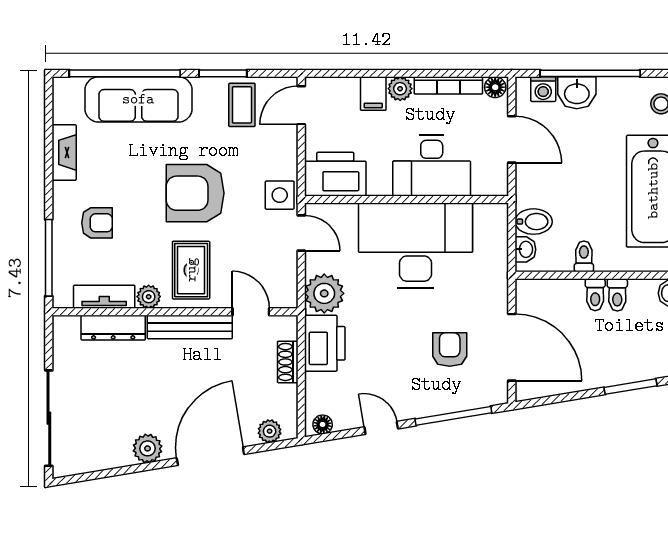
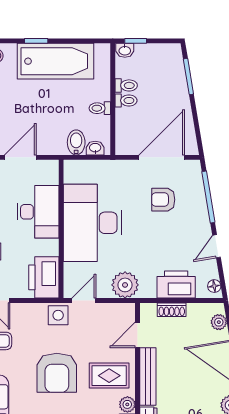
printer: (325, 343) -> (176, 285), moved

